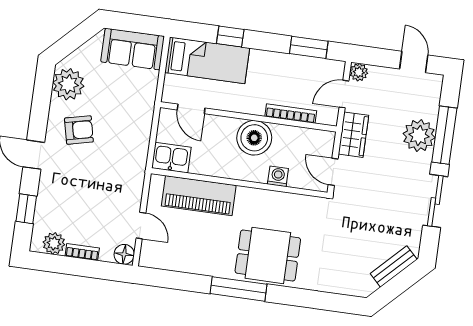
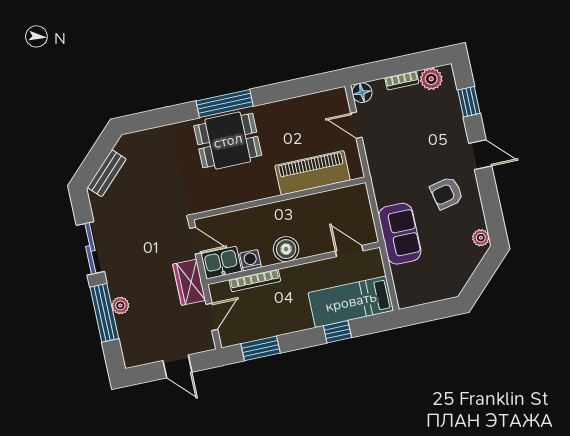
sofa: (133, 49) -> (400, 234), moved, turned 90
door: (414, 62) -> (177, 366), moved
plant: (359, 72) -> (206, 342), removed
plant: (68, 84) -> (481, 238), width x0.53, depth x0.53
plant: (419, 136) -> (120, 305), width x0.53, depth x0.53
boiler: (254, 138) -> (286, 249), width x0.73, depth x0.73
kitchen sink: (171, 158) -> (221, 263), moved, turned 180
washing machine: (278, 176) -> (250, 260), moved, turned 180
window: (239, 289) -> (225, 103), moved

